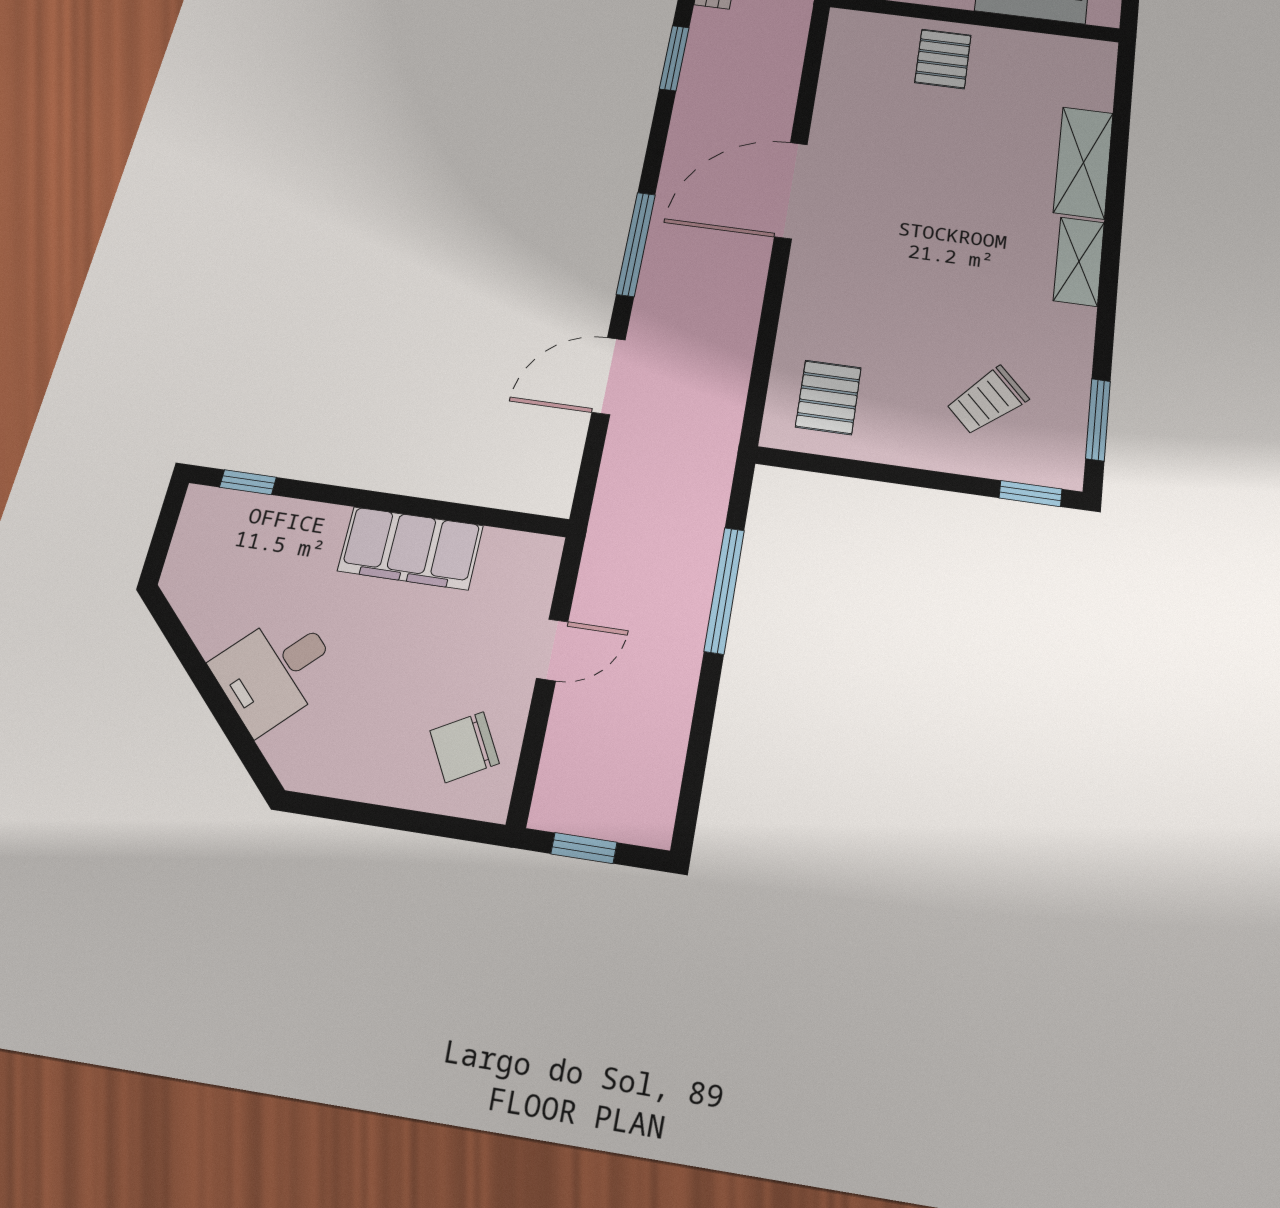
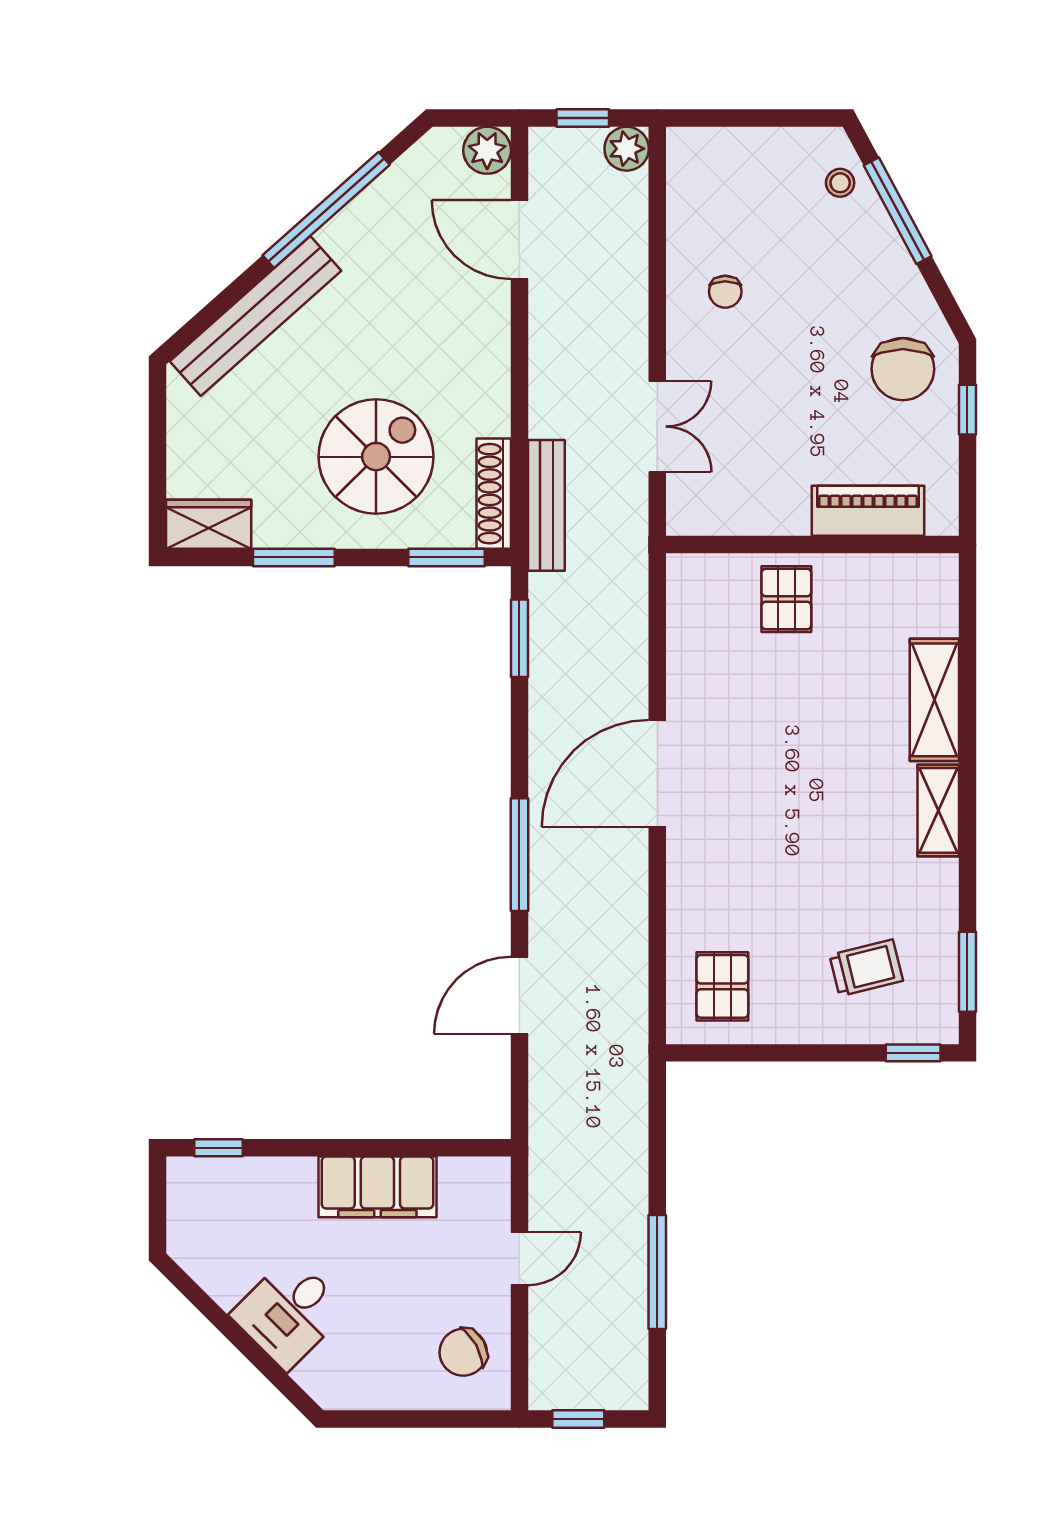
trolley: (987, 401) -> (866, 968), turned -150
window: (724, 590) -> (657, 1272), moved

